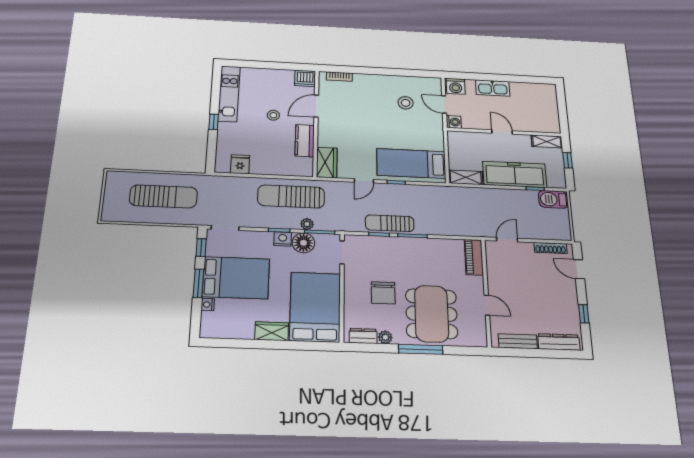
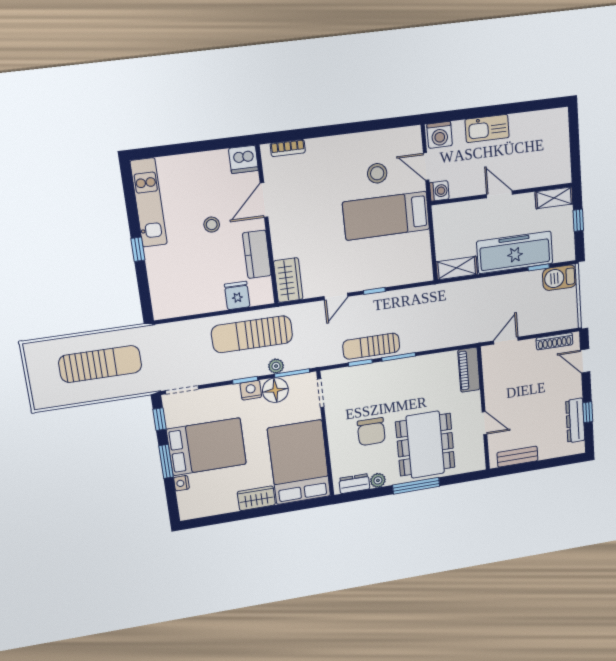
bed: (411, 163) -> (386, 216), moved
fridge: (240, 164) -> (237, 295), moved
dresser: (559, 342) -> (575, 420), moved, turned -90

